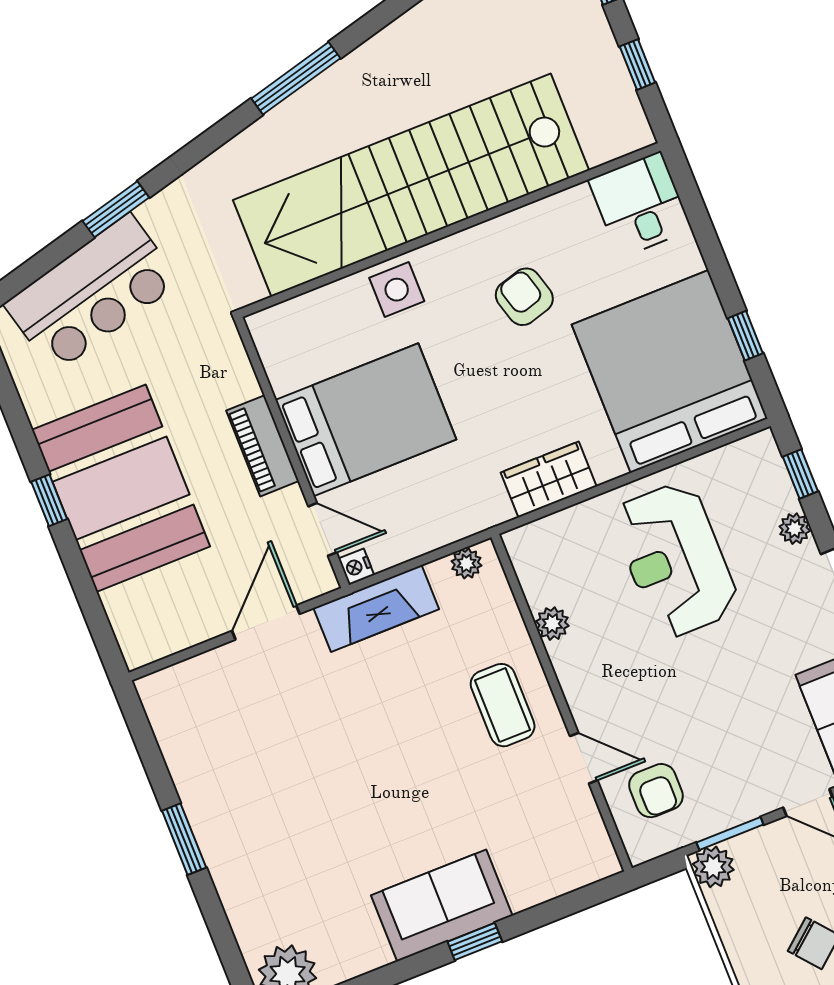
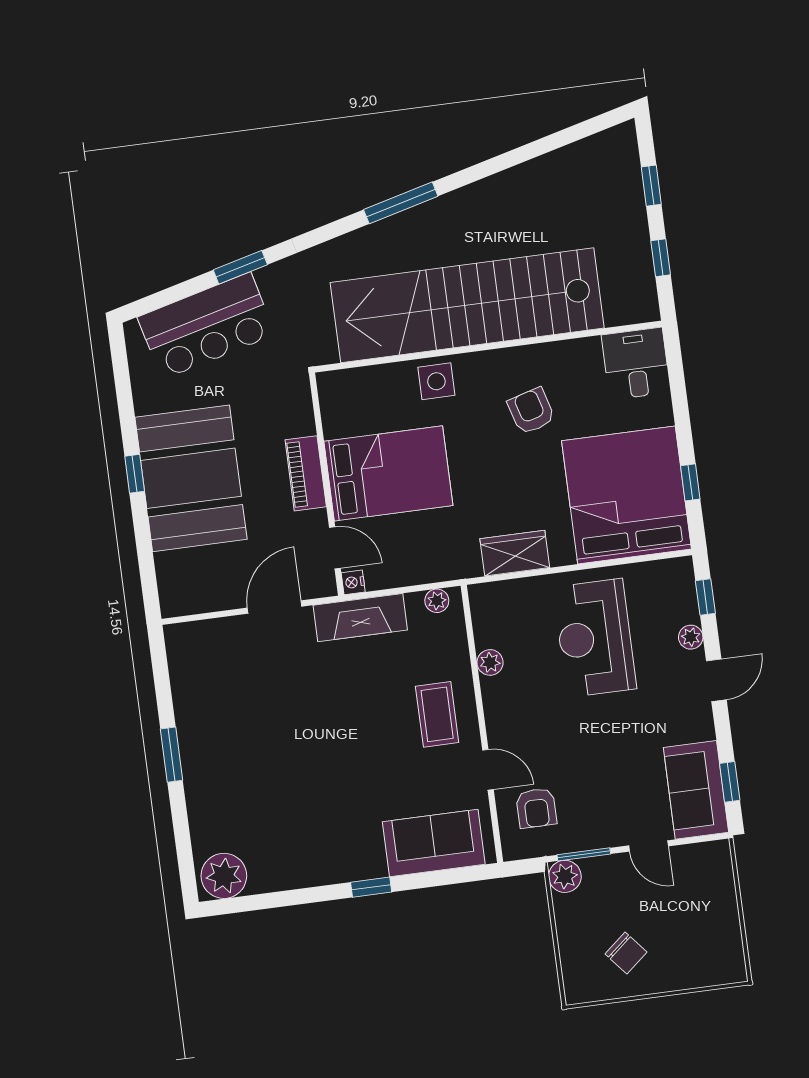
sofa: (442, 905) -> (434, 843), moved

